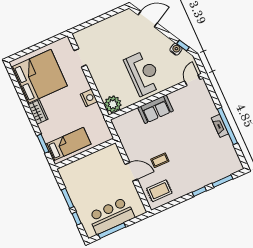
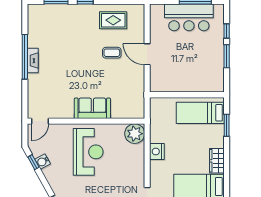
reception desk: (143, 73) -> (88, 152), turned 180
rug: (159, 191) -> (113, 20), moved

